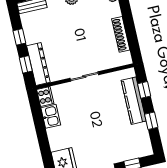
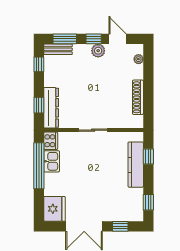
window: (19, 37) -> (39, 64), moved
window: (151, 121) -> (148, 202), moved
window: (39, 124) -> (39, 166), added

